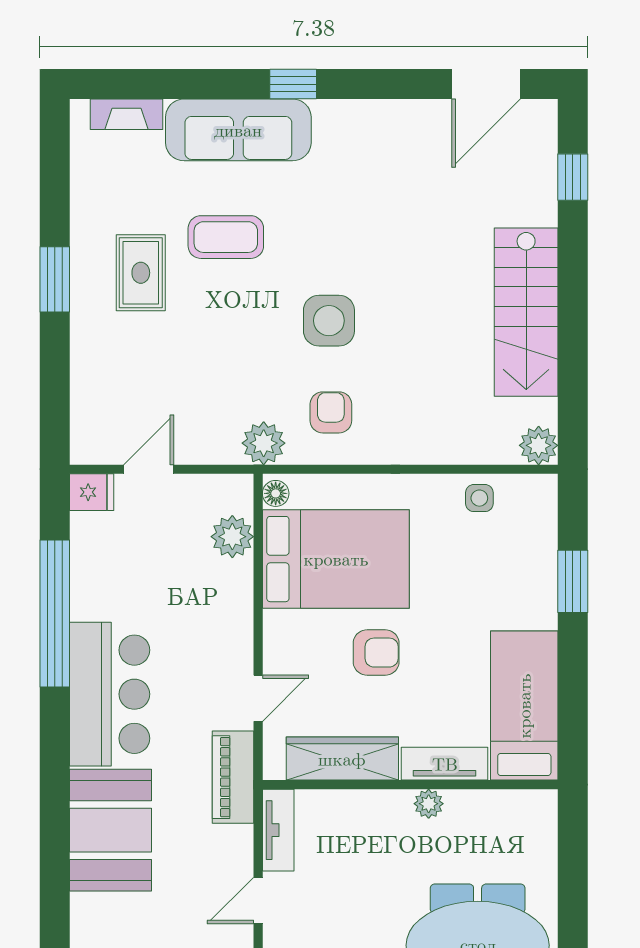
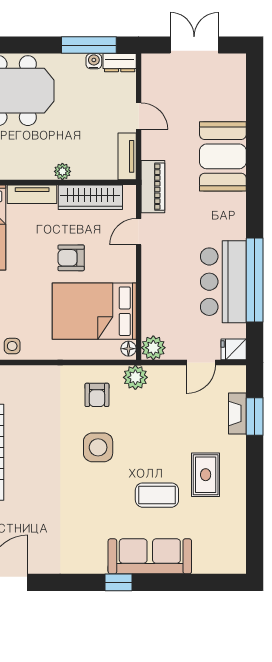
fireplace: (127, 114) -> (237, 413), moved, turned -90
window: (55, 279) -> (255, 416), moved
plant: (232, 537) -> (153, 348), moved
bar counter: (110, 694) -> (223, 282), moved
plant: (429, 804) -> (62, 171), moved
door: (258, 901) -> (139, 116), hinge flipped

